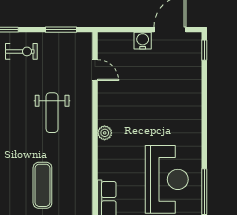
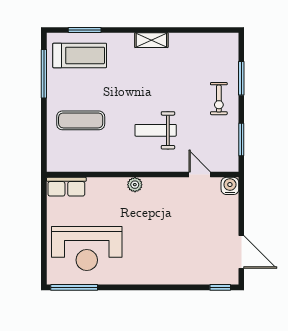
water cooler: (143, 41) -> (230, 186), moved, turned -90
door: (95, 70) -> (200, 175), swing flipped

